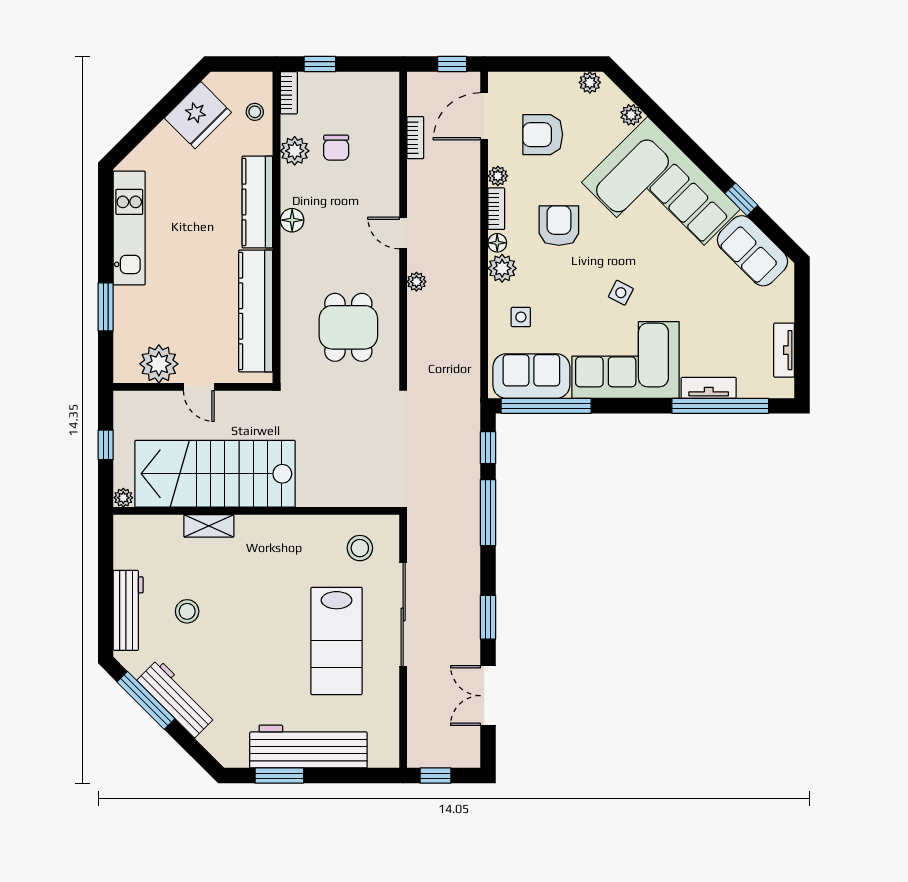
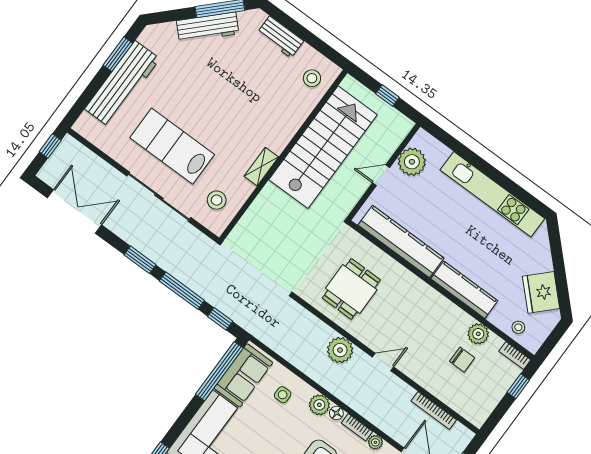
bookcase: (415, 138) -> (434, 410), width x1.56
chair: (336, 148) -> (462, 360), turned 180
floor lamp: (292, 220) -> (439, 302), removed
kitchen unit: (129, 228) -> (492, 194), width x1.36
plant: (416, 282) -> (340, 350), width x1.87, depth x1.87
window: (106, 307) -> (468, 155), removed
dining table: (348, 327) -> (351, 289), turned 90
plant: (123, 498) -> (349, 83), removed
shelving: (209, 526) -> (261, 167), moved
workbench: (128, 610) -> (280, 37), width x0.73
stool: (187, 611) -> (312, 78), moved
window: (488, 617) -> (140, 260), moved
double door: (488, 696) -> (74, 211), width x1.37

